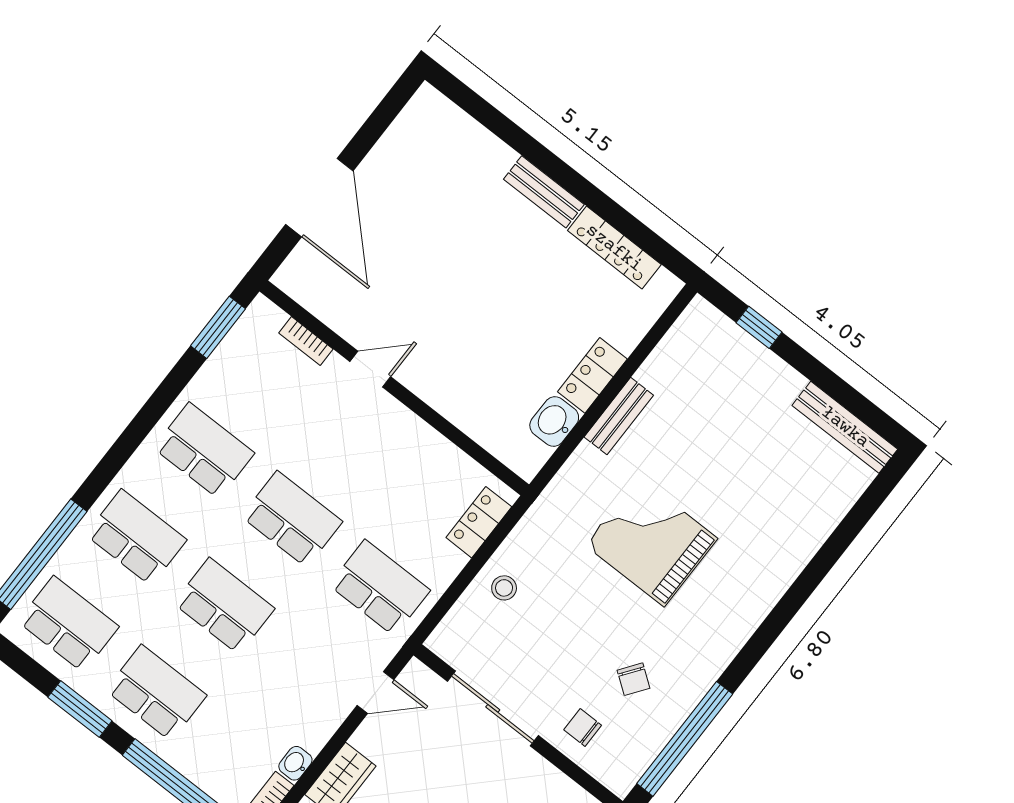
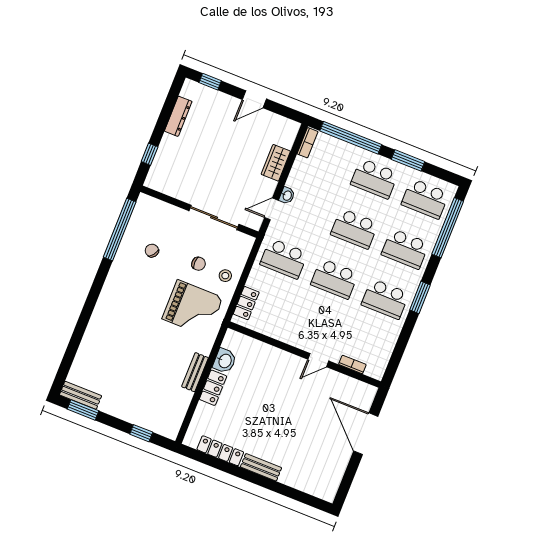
window: (218, 327) -> (420, 297), moved
window: (860, 406) -> (83, 410), added
bench: (845, 427) -> (81, 395), width x0.73
grand piano: (651, 542) -> (192, 308), moved
chair: (583, 728) -> (199, 264), moved
washbasin: (295, 763) -> (287, 196), moved

